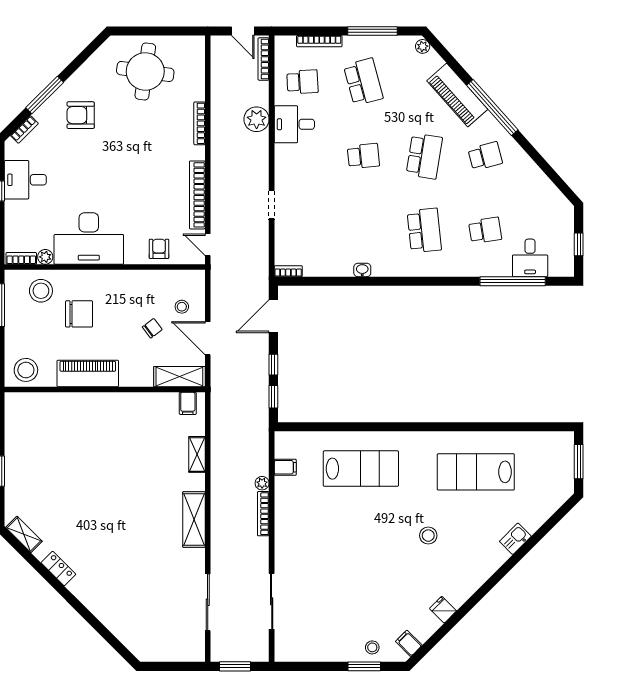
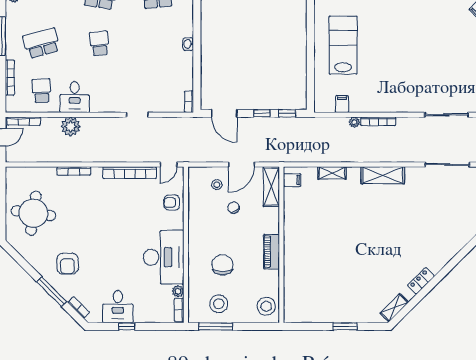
stool: (41, 291) -> (219, 304), moved
piano: (88, 373) -> (271, 252), width x0.73, depth x0.75

